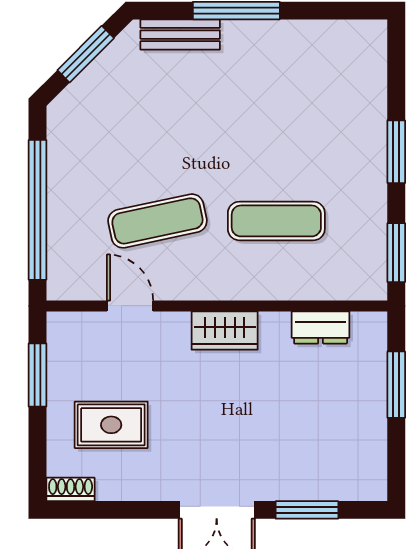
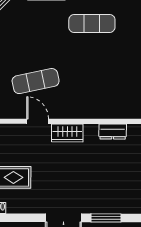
exercise mat: (276, 221) -> (92, 24), moved
door: (130, 306) -> (38, 121), moved

